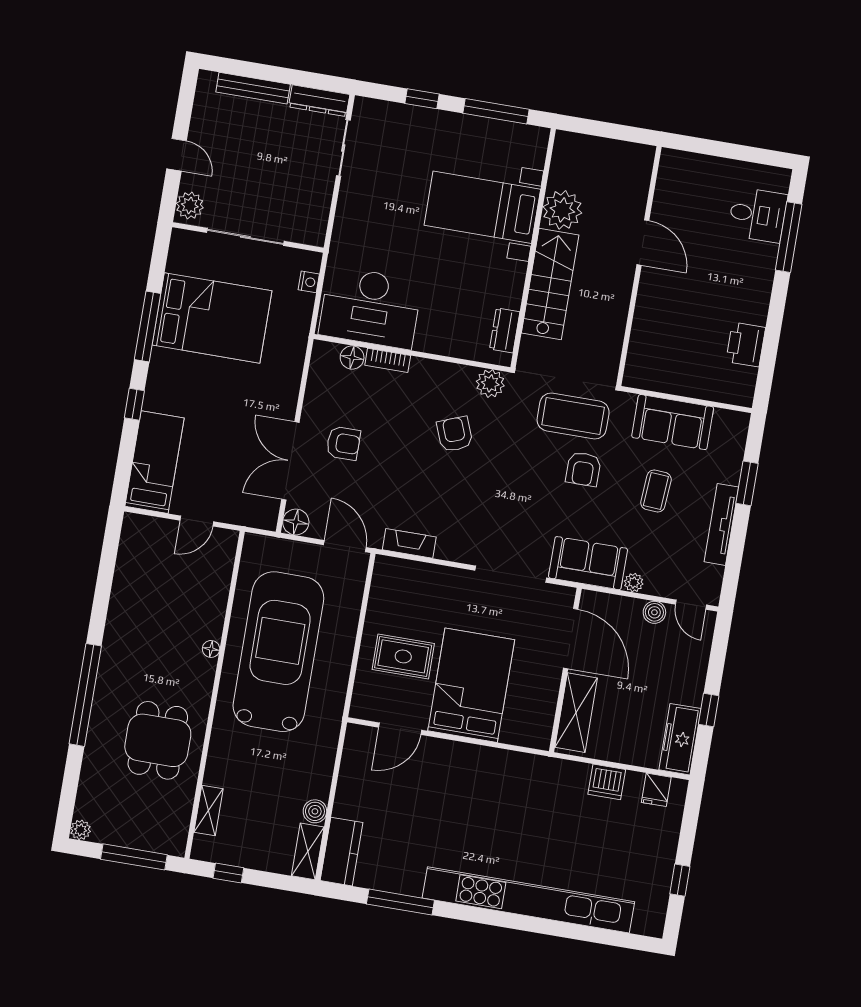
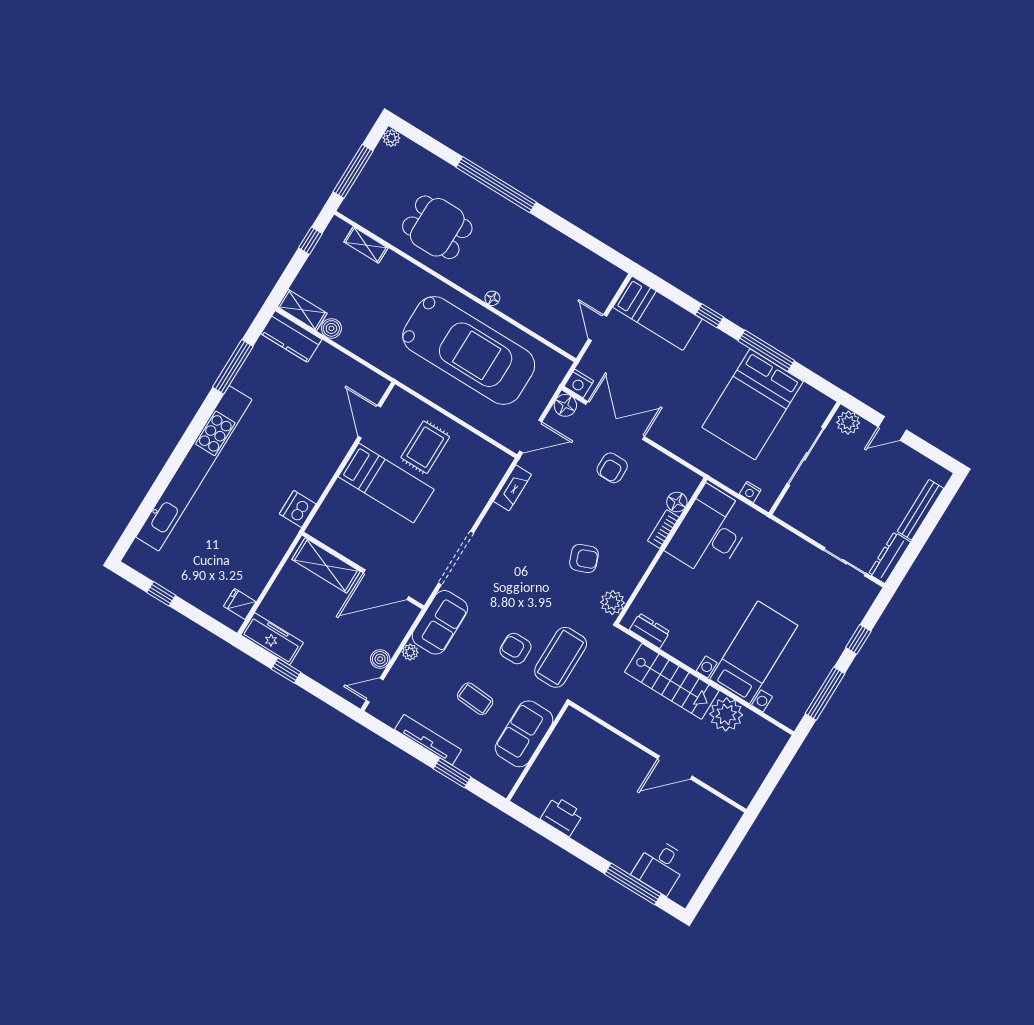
nightstand: (266, 517) -> (579, 384), added
bed: (471, 685) -> (386, 483), width x0.67
dishwasher: (607, 782) -> (298, 509), moved

